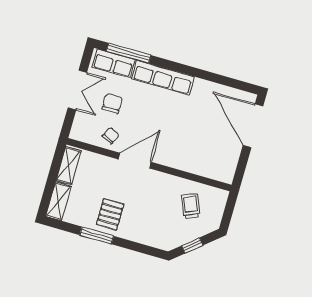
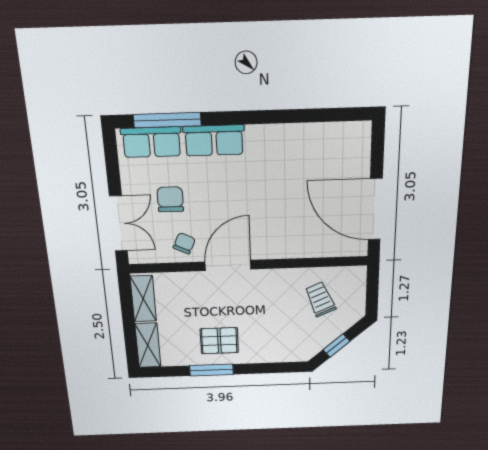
row of seats: (163, 78) -> (214, 140), width x0.68
double door: (77, 90) -> (118, 224), moved
door: (253, 126) -> (375, 209), moved
pallet: (110, 214) -> (219, 341), turned 90

